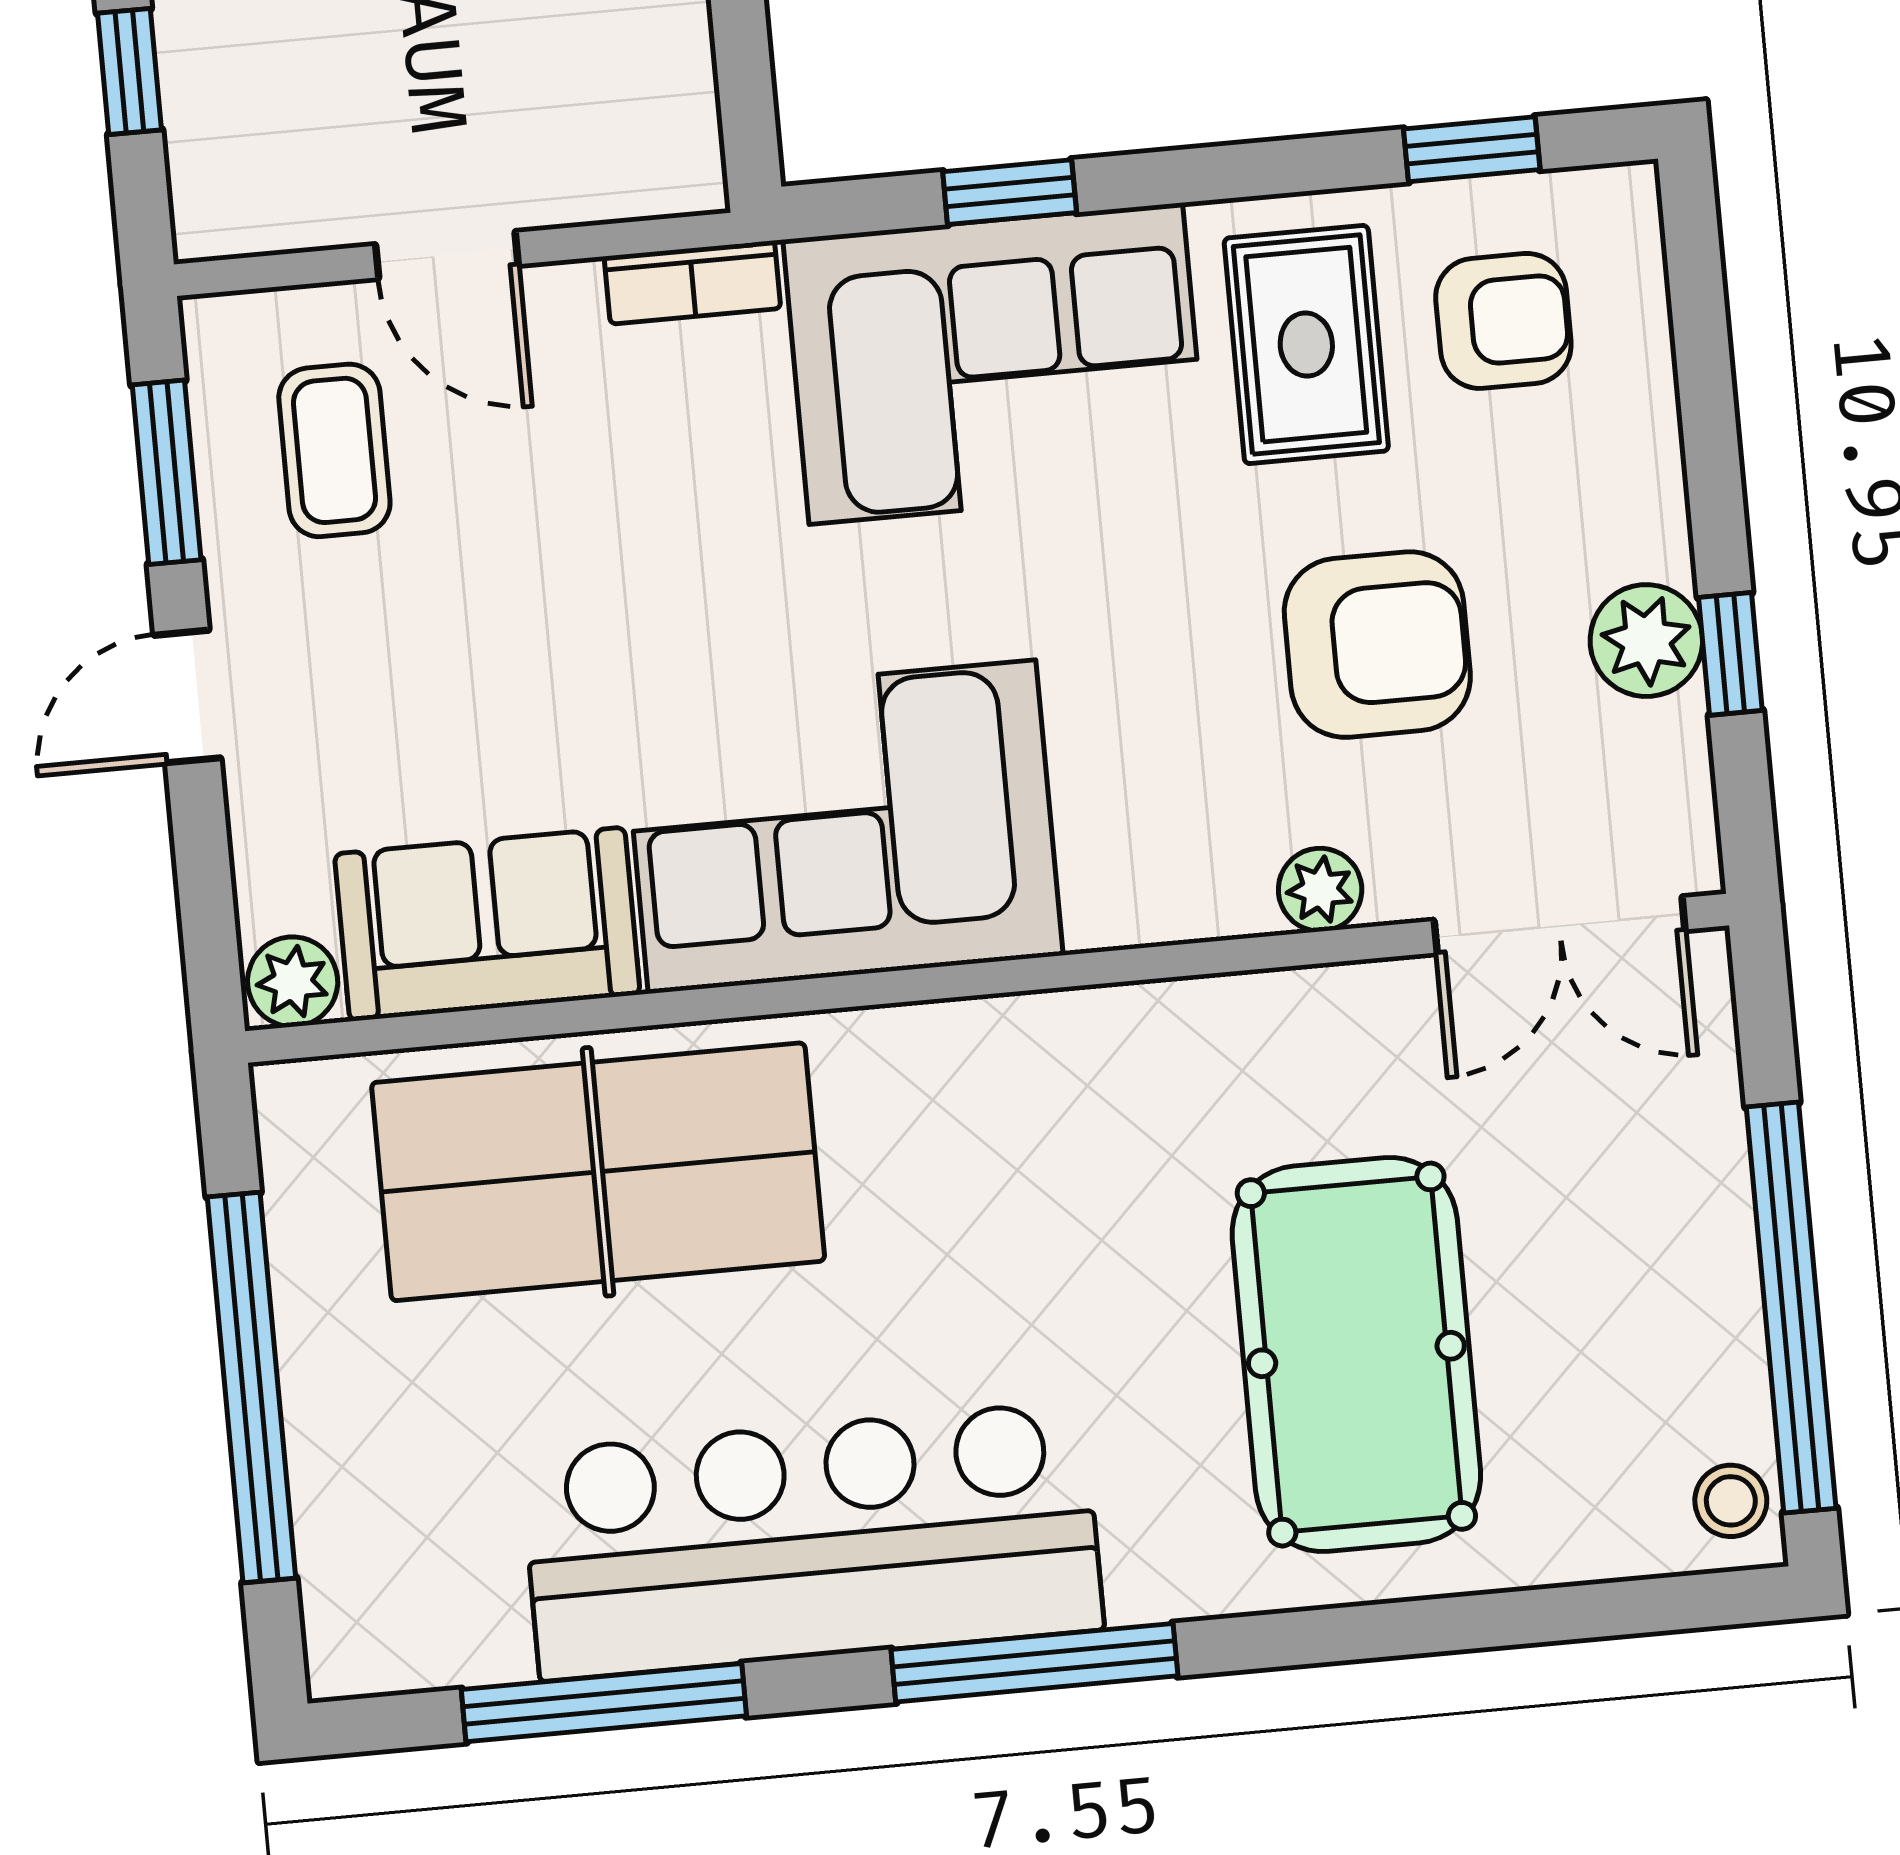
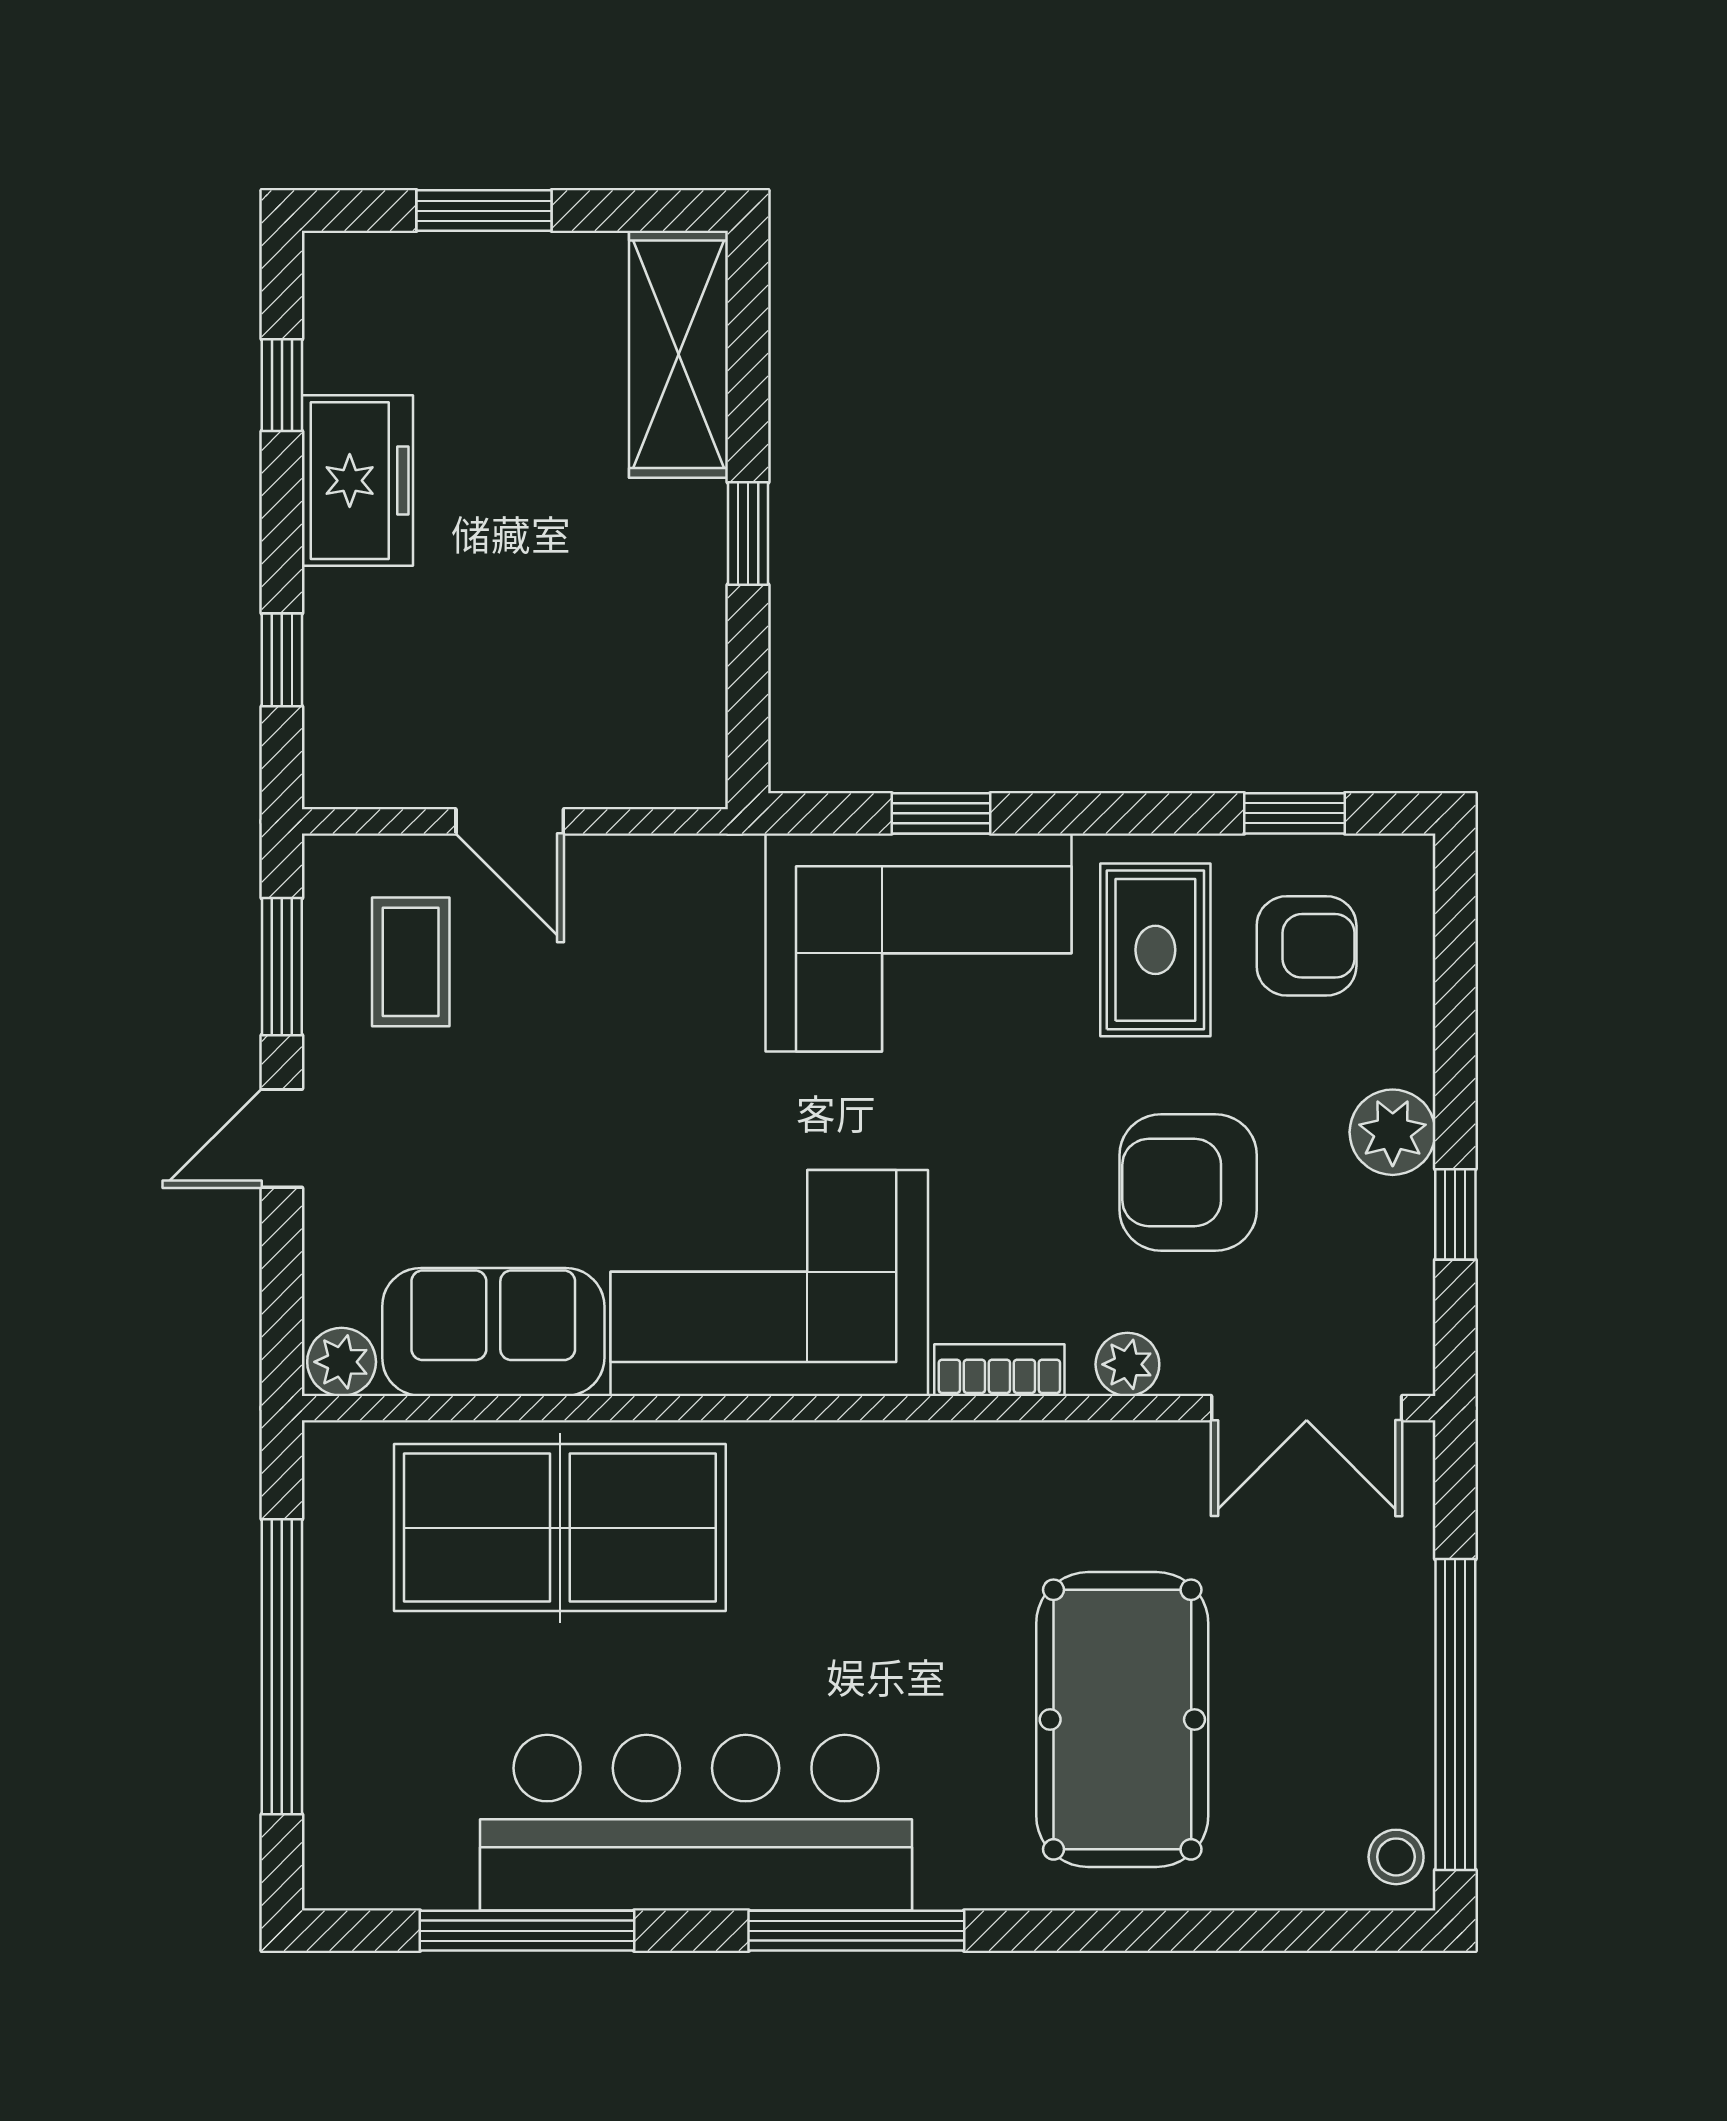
bookcase: (692, 282) -> (999, 1370), moved, turned 180
plant: (1646, 641) -> (1393, 1132), moved
armchair: (1377, 645) -> (1188, 1182), turned 180

